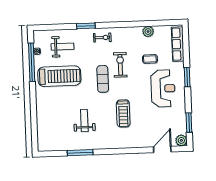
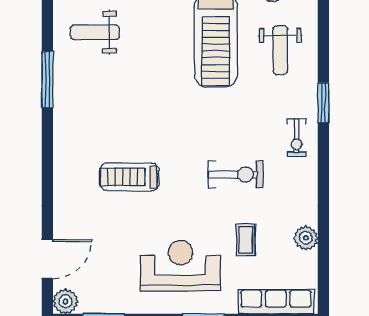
exercise mat: (103, 79) -> (206, 135), removed
reception desk: (163, 88) -> (180, 266), turned 180
weight bench: (84, 120) -> (95, 32), moved, turned 180
door: (162, 149) -> (47, 259), hinge flipped

